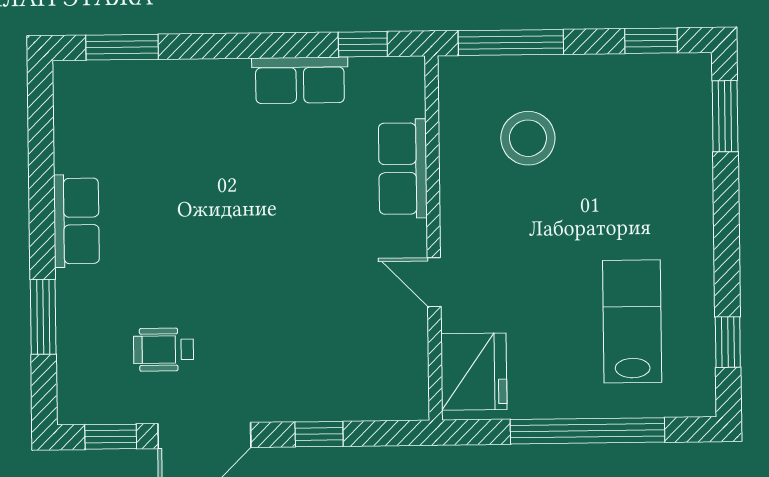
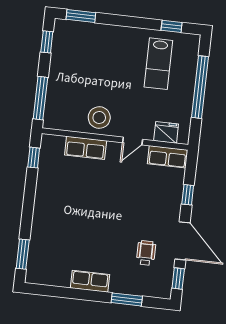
row of seats: (300, 80) -> (168, 157), moved, turned 90
stool: (528, 138) -> (99, 118), moved
lab bench: (632, 321) -> (158, 64), turned -90
wheelchair: (163, 350) -> (146, 253), turned 180
fridge: (474, 372) -> (166, 132), width x0.73, depth x0.75

